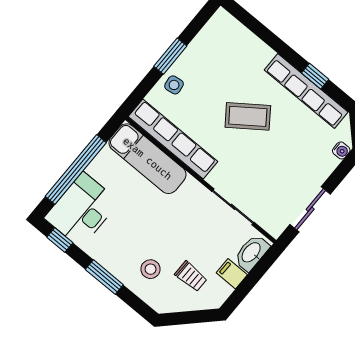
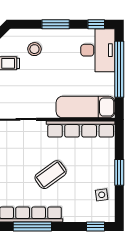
window: (246, 18) -> (96, 226), added
window: (315, 76) -> (32, 226), width x2.17
side table: (174, 85) -> (102, 195), moved

